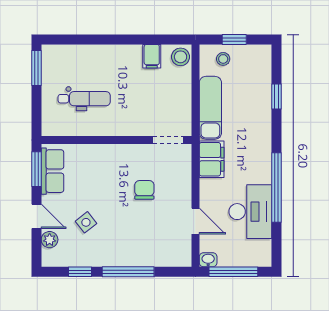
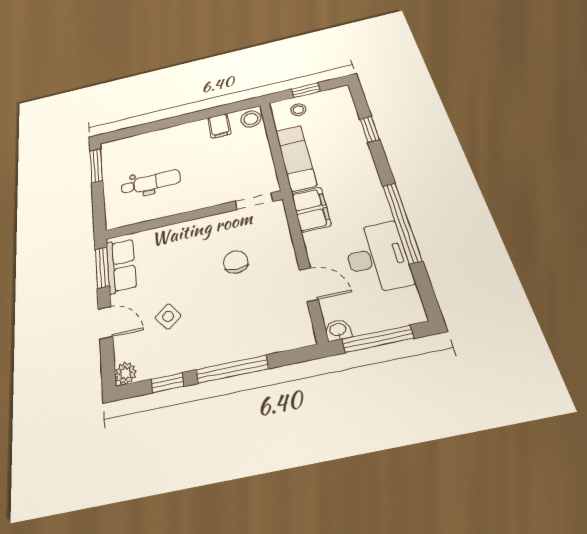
plant: (50, 240) -> (126, 373), moved

